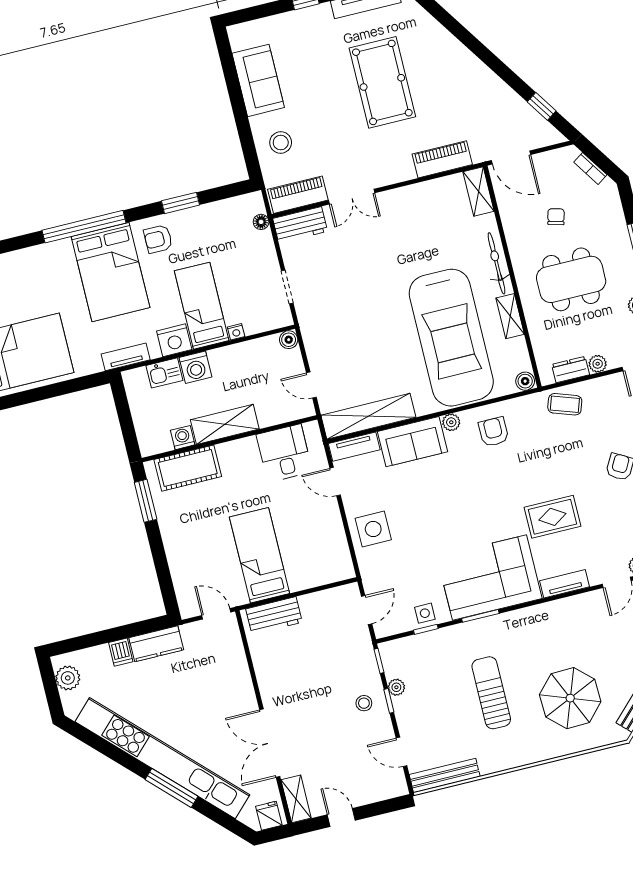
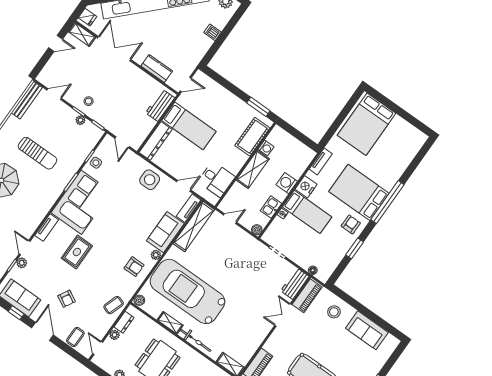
kitchen sink: (164, 373) -> (271, 207), moved
dresser: (321, 574) -> (156, 141), added
kitchen counter: (156, 644) -> (157, 68), moved, turned 90

